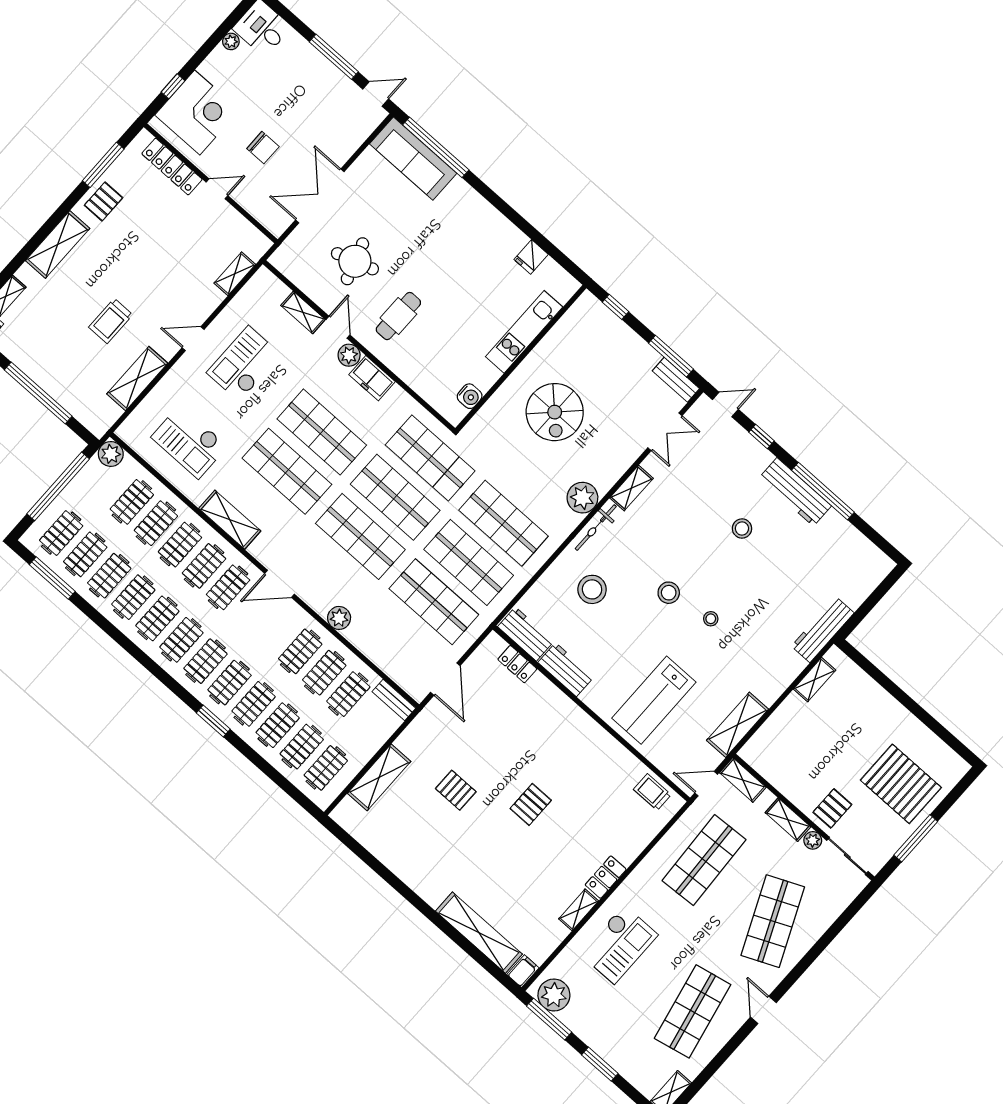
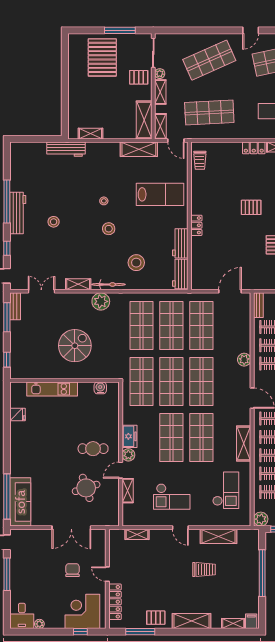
locker: (517, 664) -> (196, 225), moved
shelving: (770, 766) -> (144, 120), added

